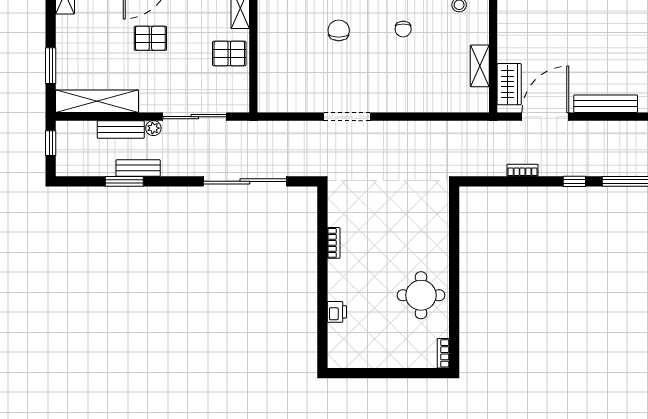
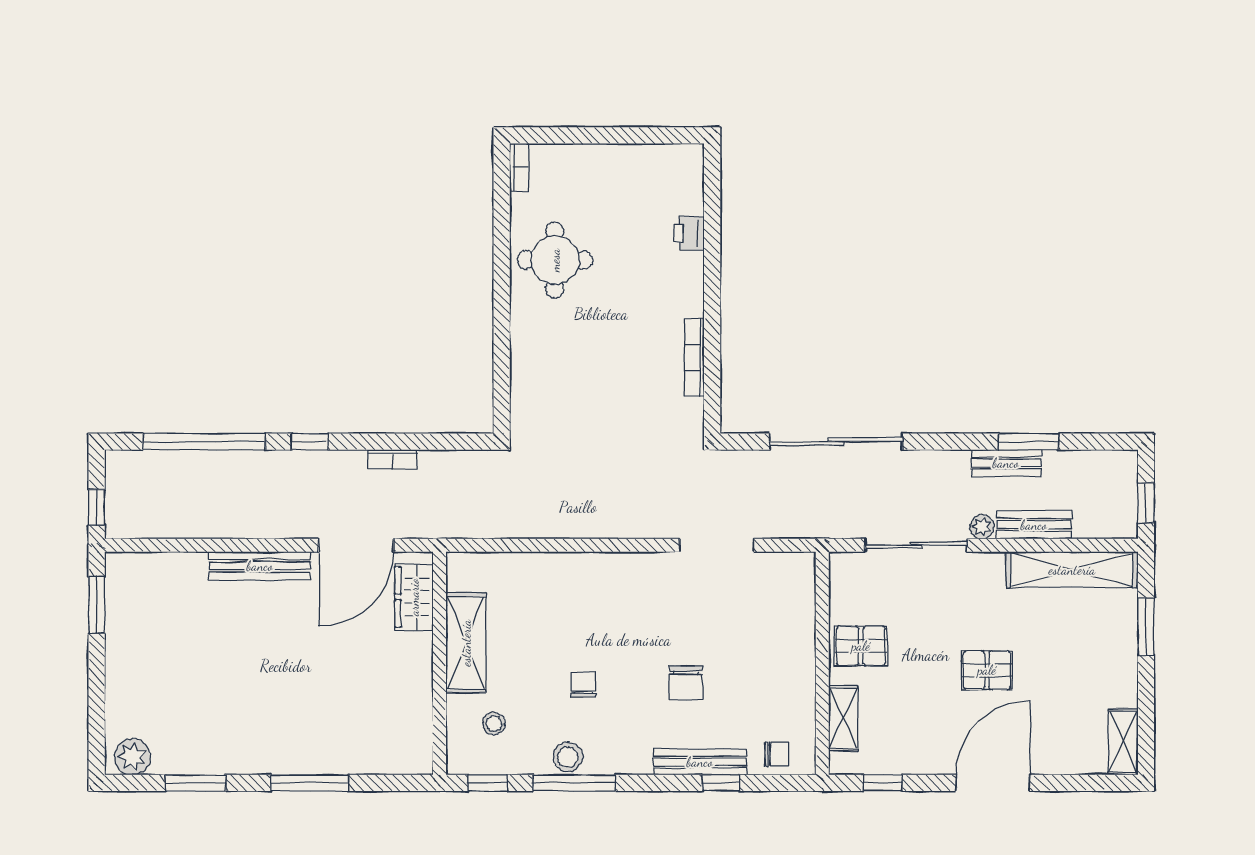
shelving: (480, 66) -> (466, 643), width x1.50, depth x1.33
doorway: (347, 117) -> (717, 545), moved
bookcase: (334, 243) -> (694, 357), width x1.56

